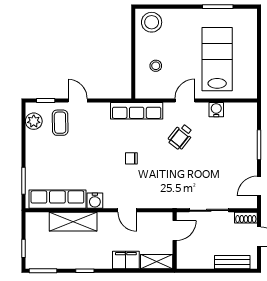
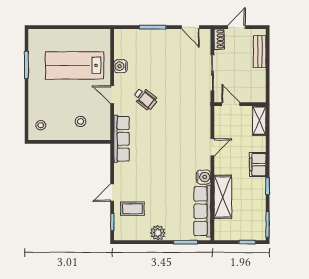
stool: (152, 22) -> (41, 125), width x0.53, depth x0.53
plant: (34, 121) -> (158, 233), moved
chair: (131, 158) -> (165, 144), removed
filing cabinet: (126, 260) -> (258, 165), moved

